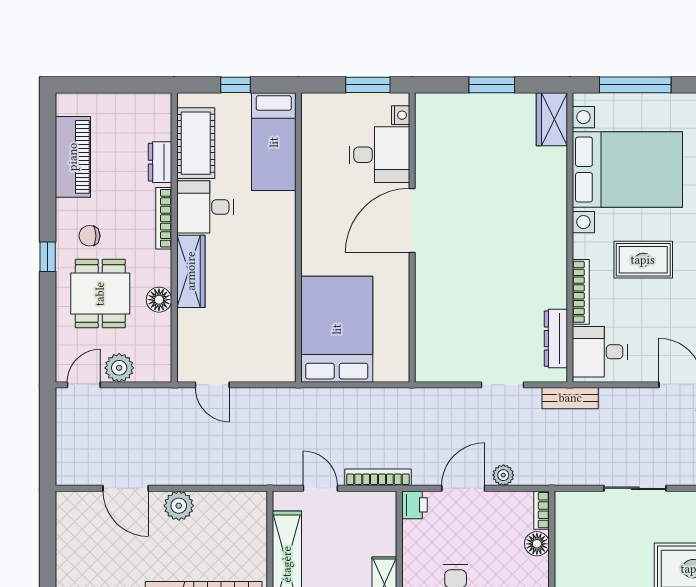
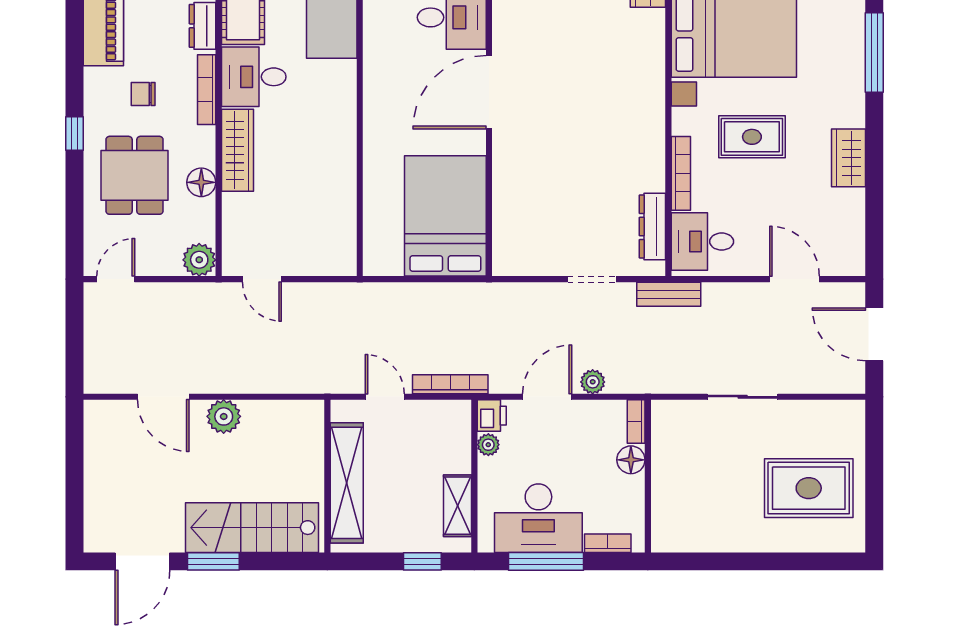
chair: (90, 236) -> (143, 94), moved
bed: (337, 329) -> (445, 216), moved
plant: (119, 368) -> (199, 260), moved
plant: (411, 530) -> (488, 445), added

